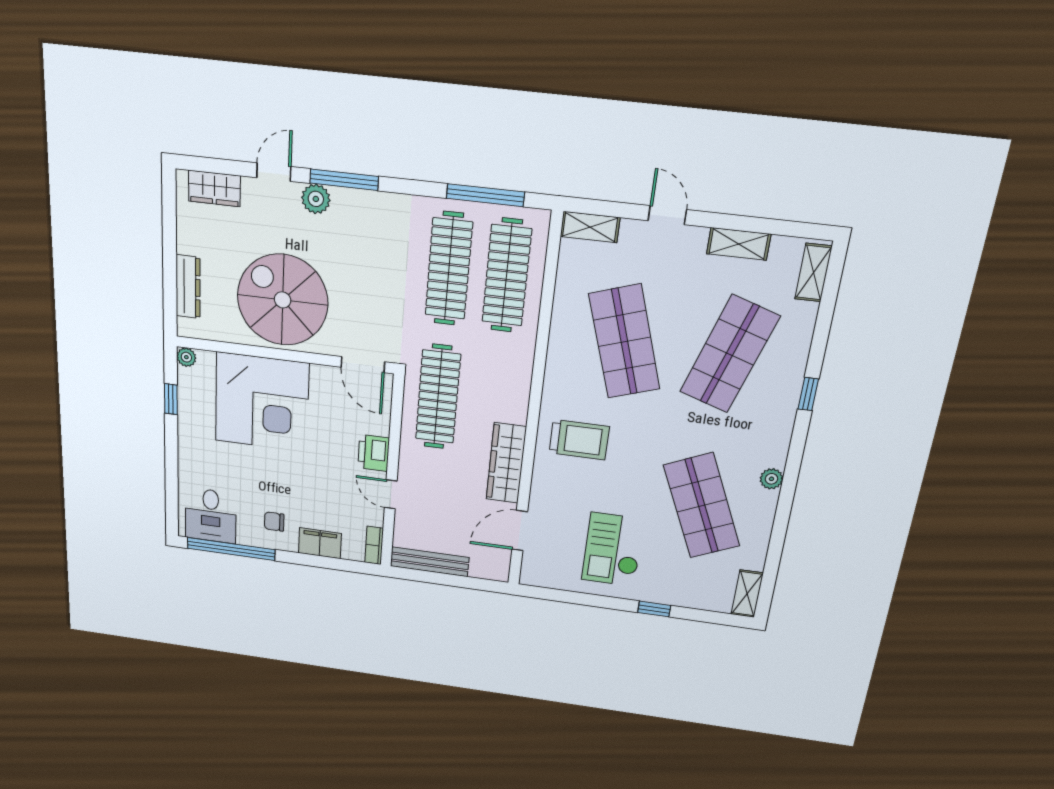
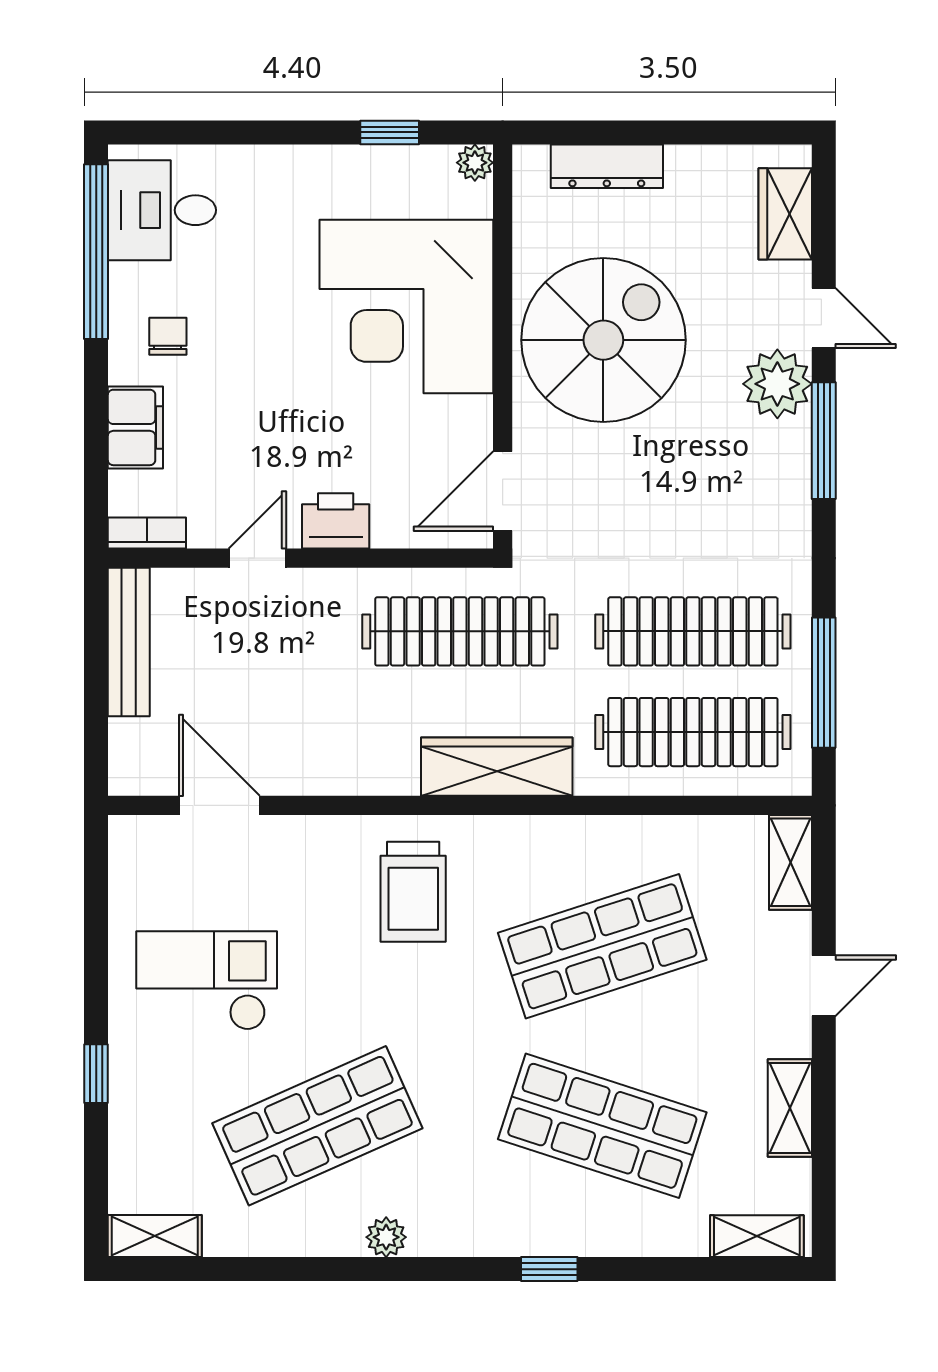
plant: (316, 199) -> (777, 384), width x1.36, depth x1.36
wardrobe: (506, 463) -> (497, 767), moved

